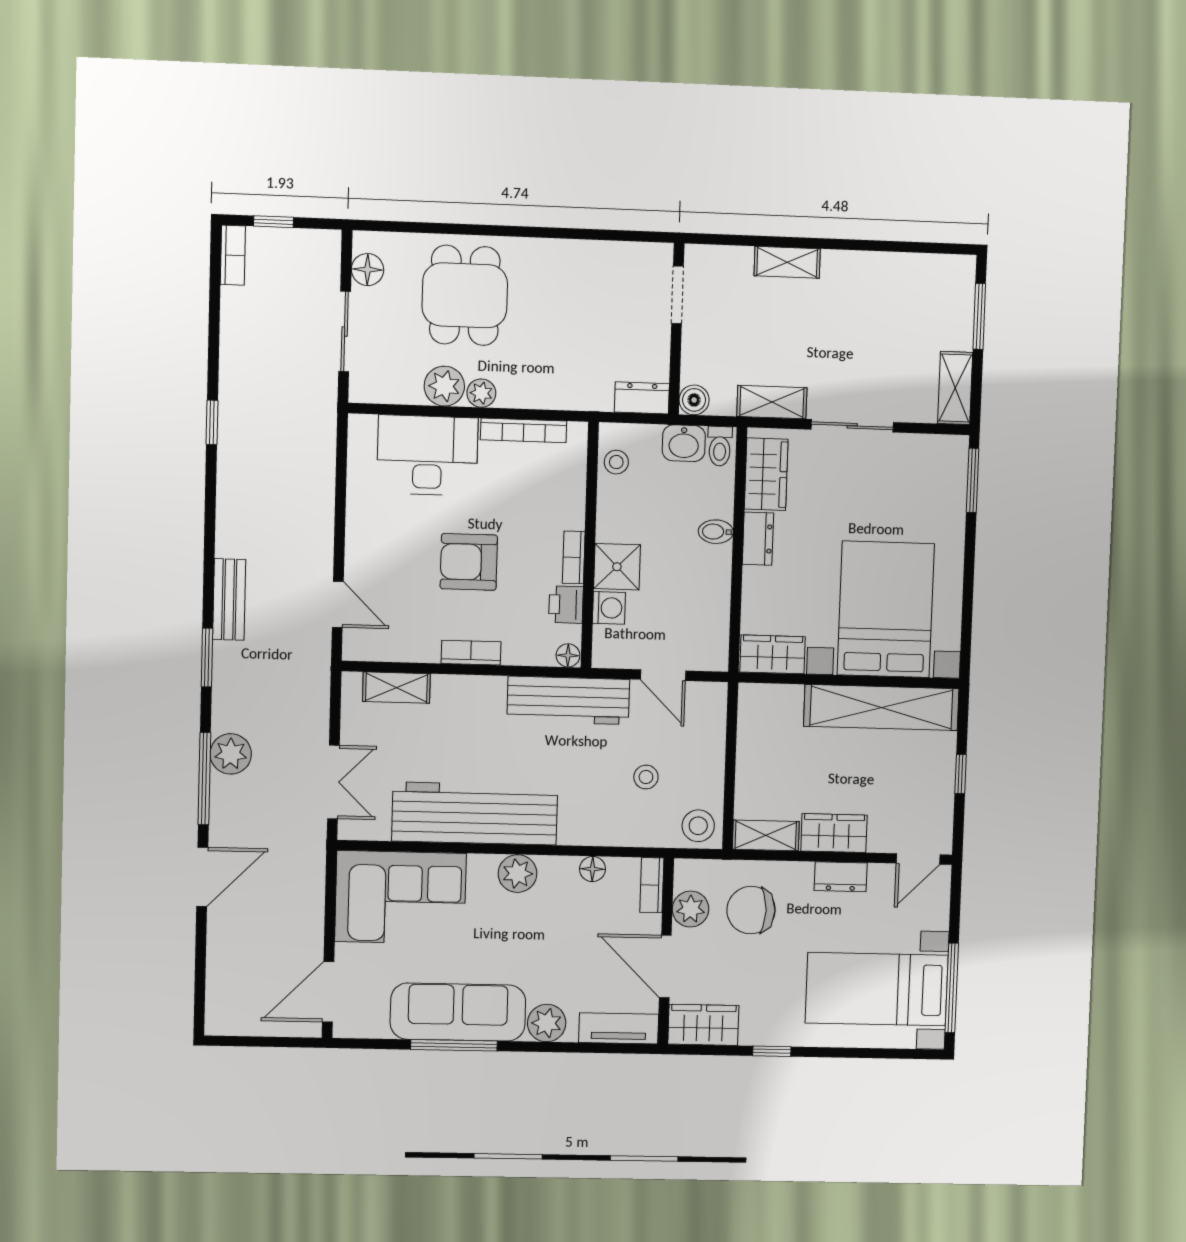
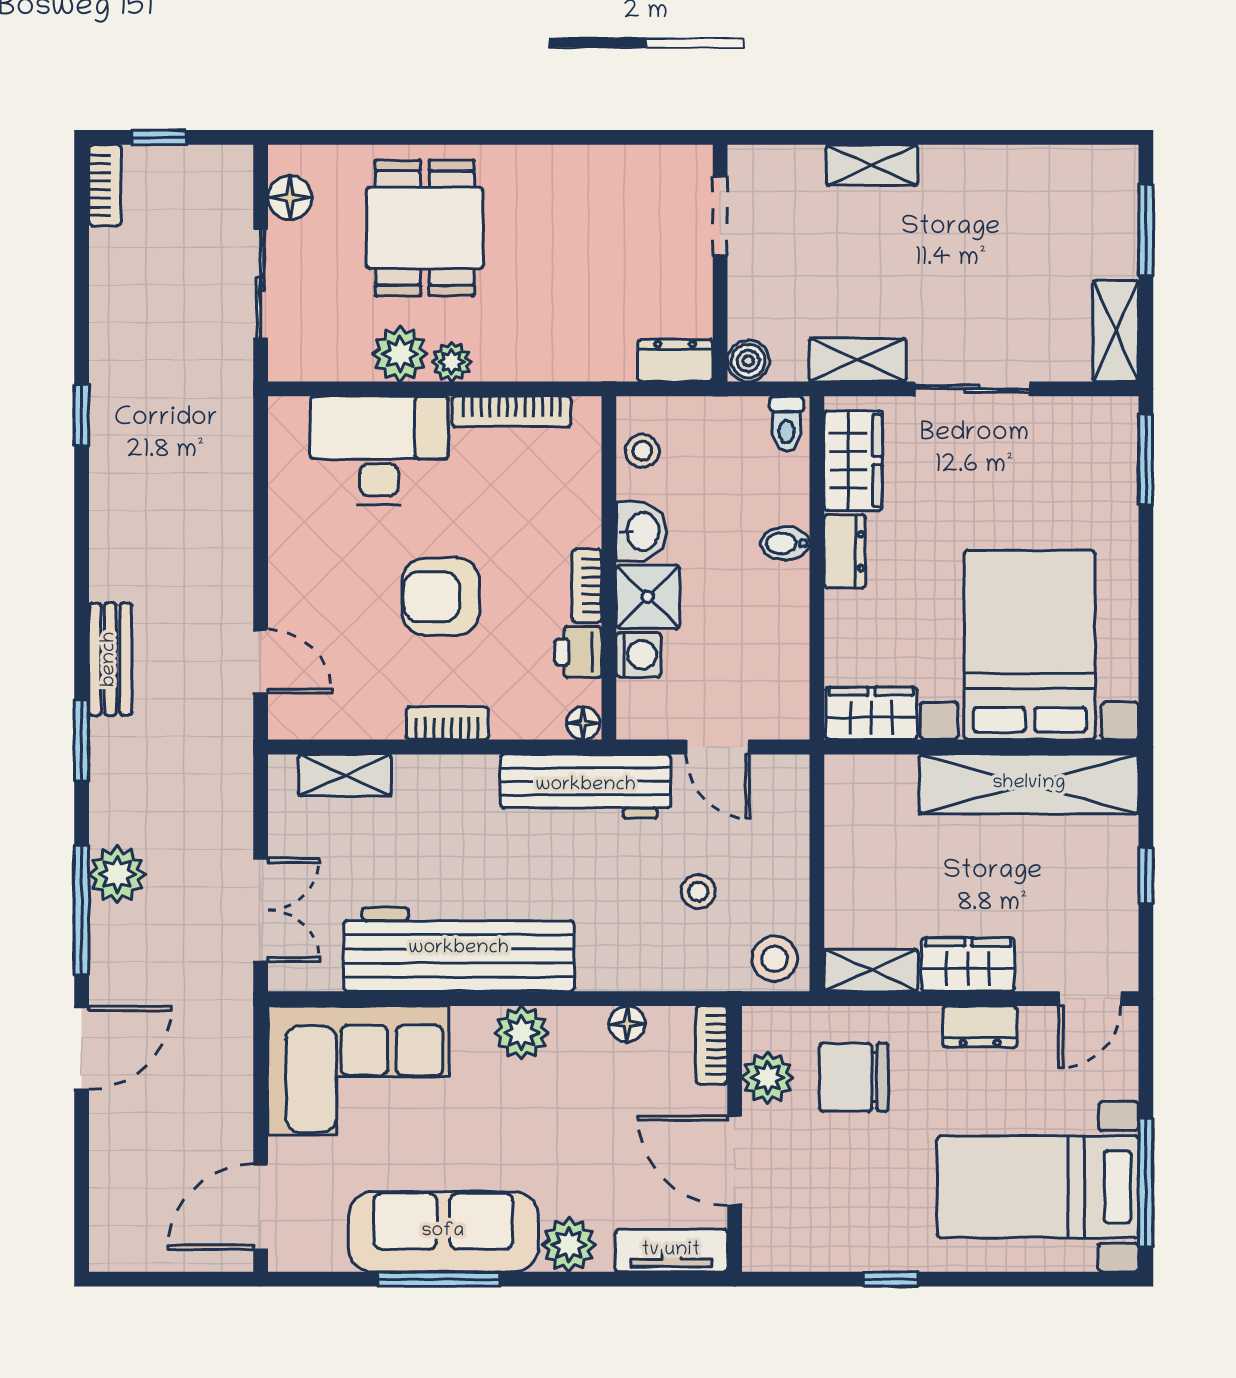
washbasin: (684, 443) -> (641, 531), moved, turned -90
wardrobe: (703, 1025) -> (792, 1243), removed

